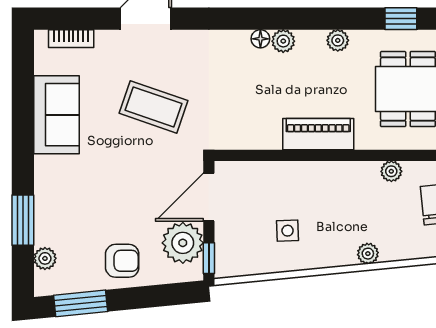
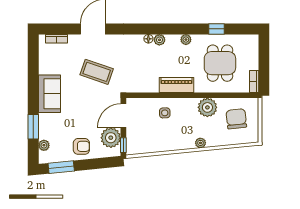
sofa: (56, 115) -> (50, 94), moved
plant: (391, 171) -> (207, 107), width x1.88, depth x1.88
side table: (288, 231) -> (165, 113), moved

